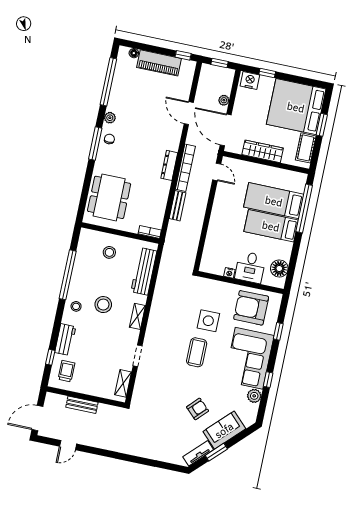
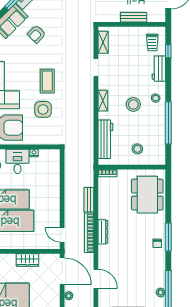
plant: (110, 118) -> (161, 293), moved
wardrobe: (263, 151) -> (28, 260), width x0.67

